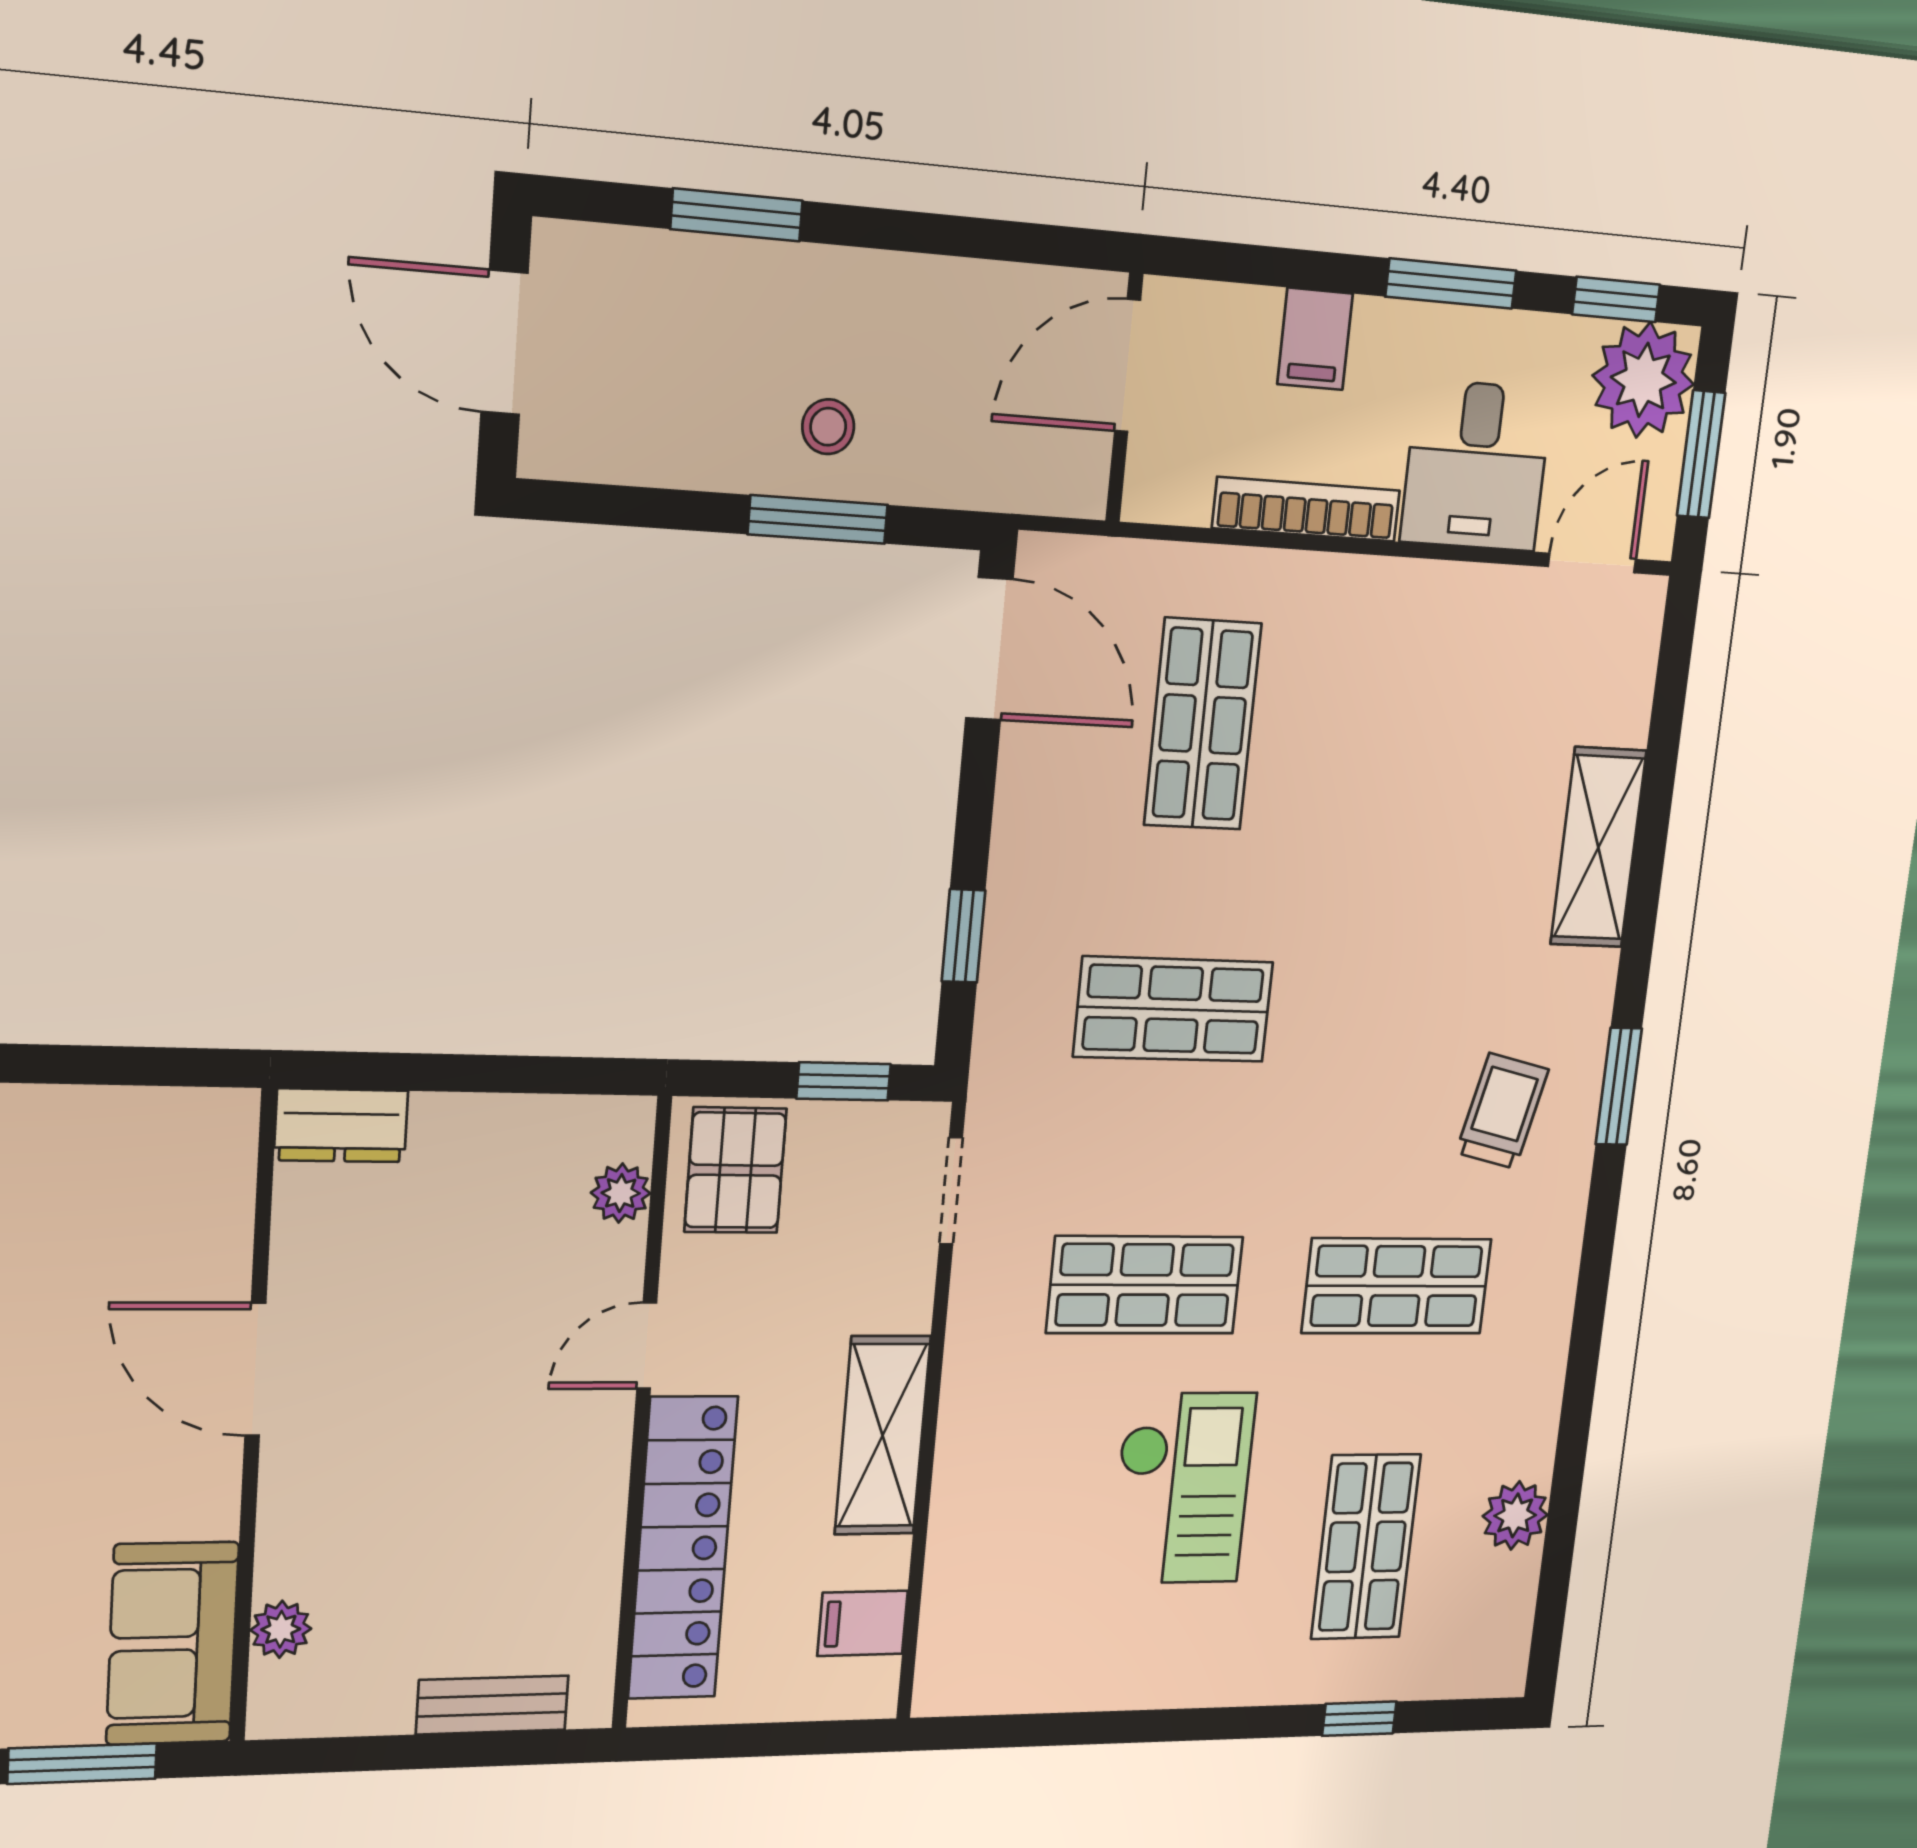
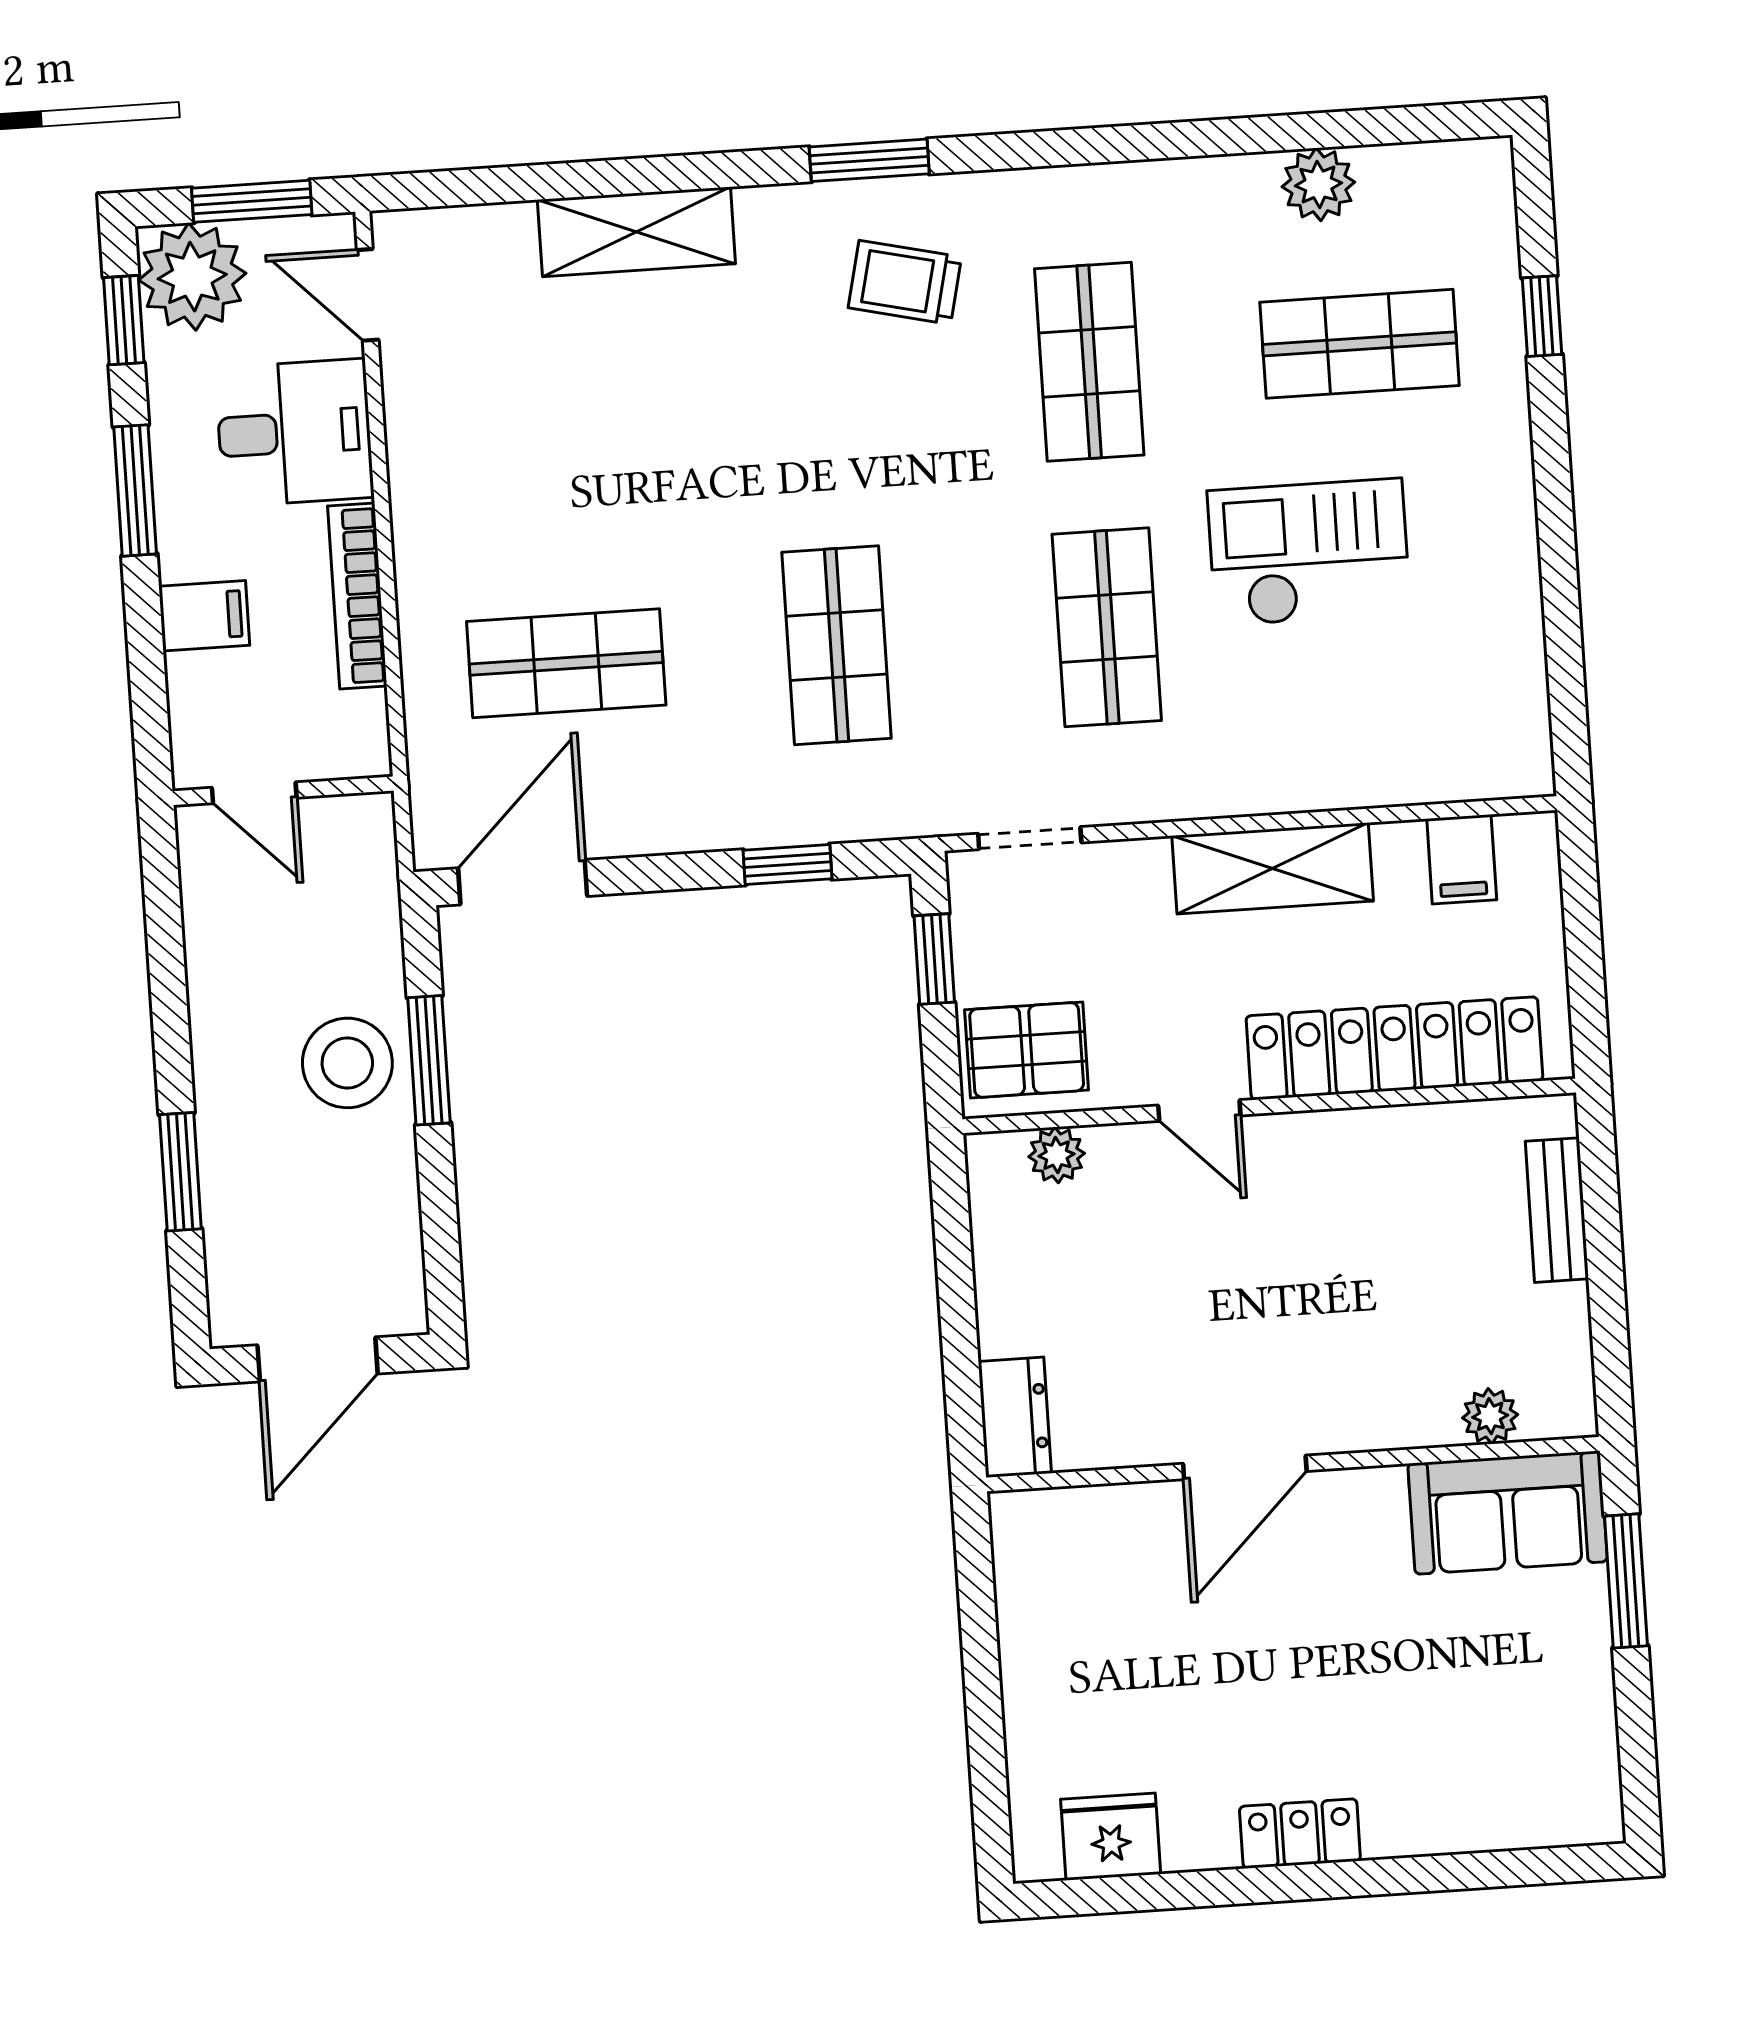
door: (1127, 366) -> (254, 793), width x0.73
stool: (828, 427) -> (347, 1063), width x1.89, depth x1.89

